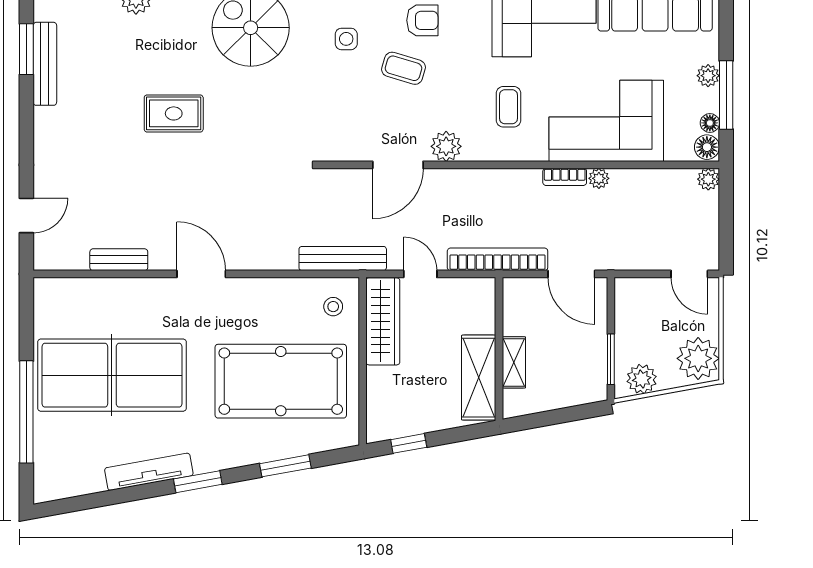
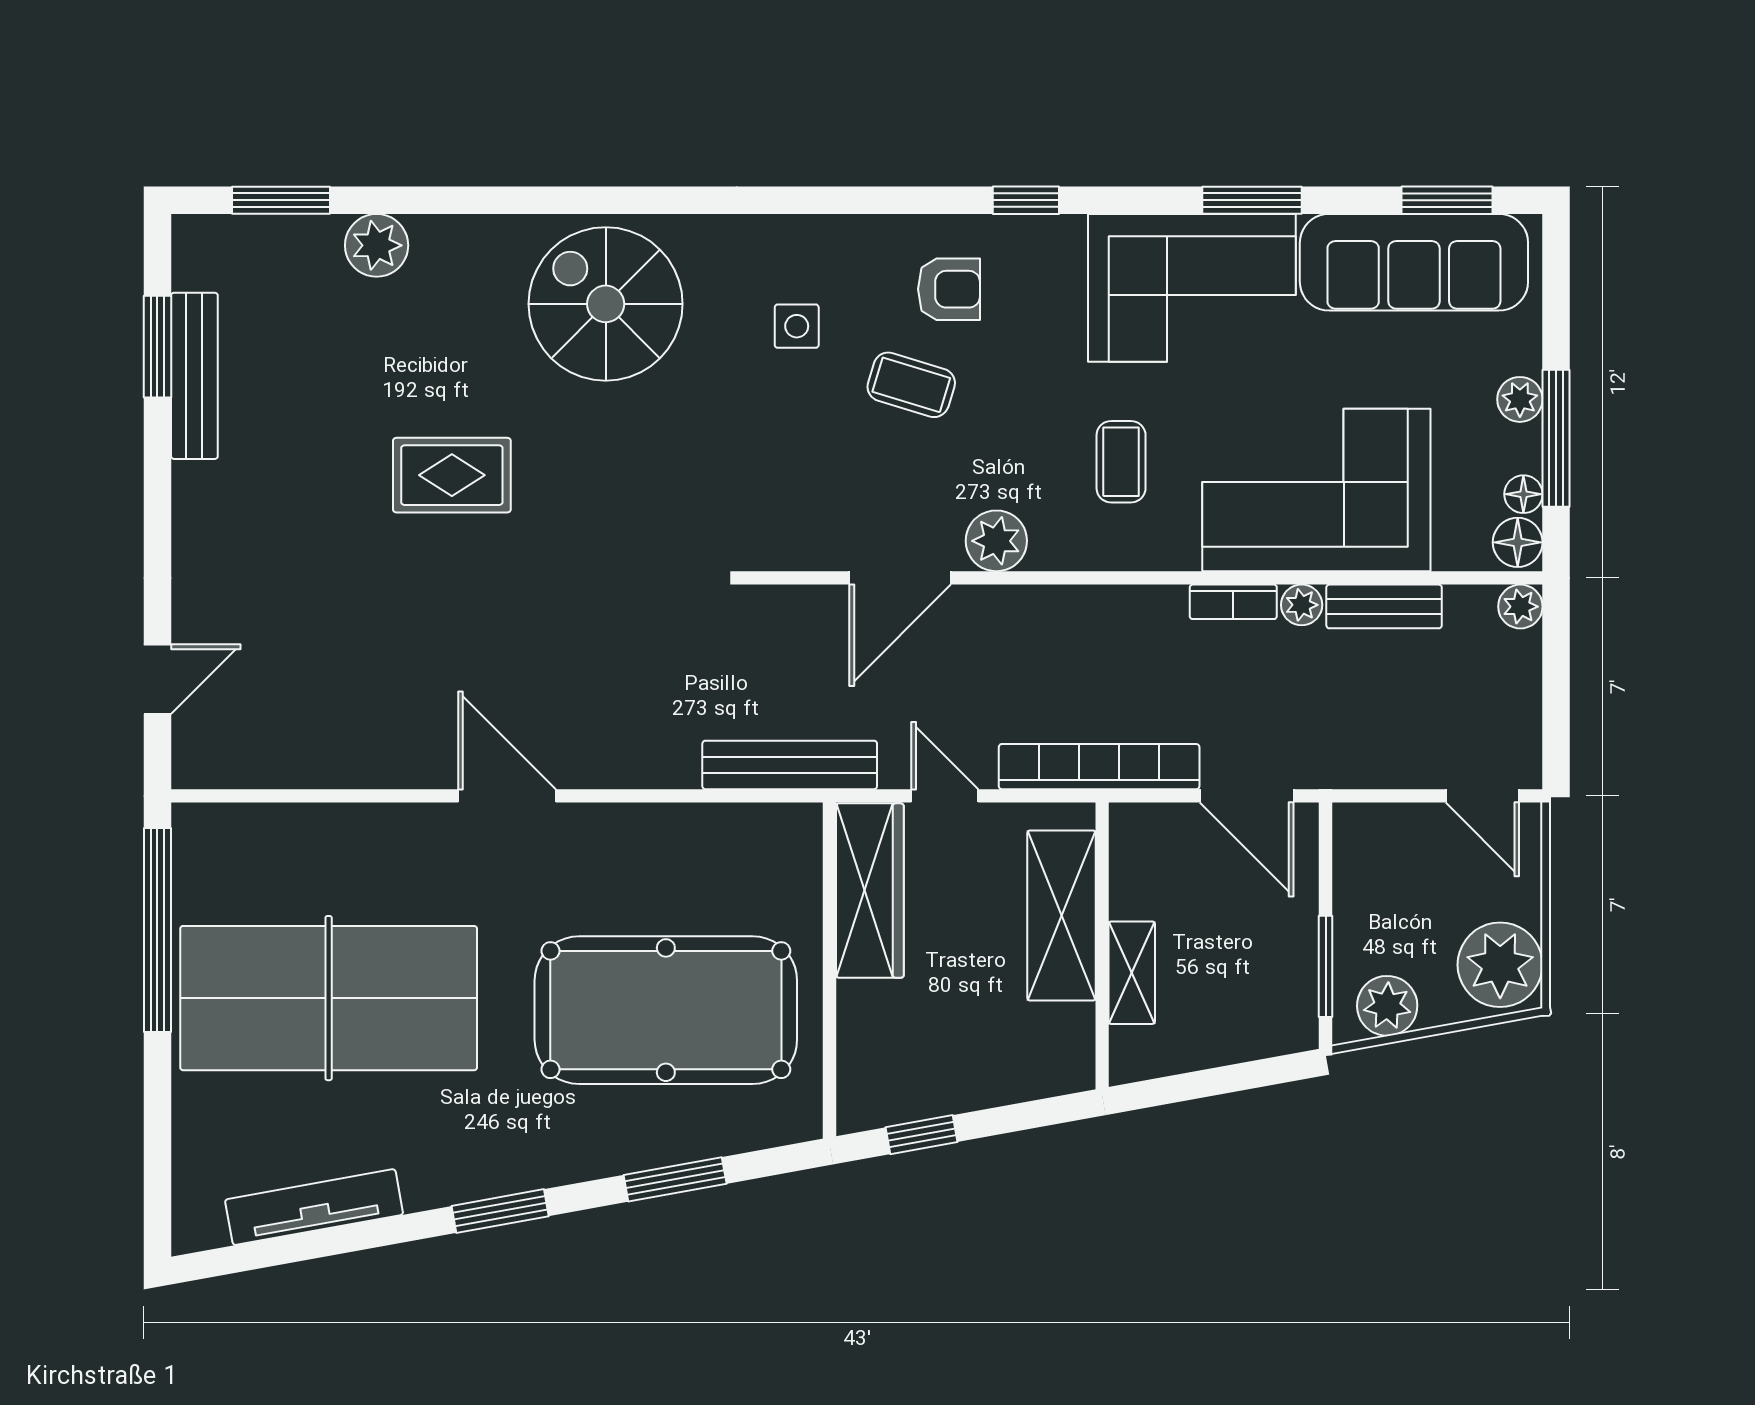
bench: (119, 260) -> (1384, 606), moved
stool: (333, 307) -> (771, 861), removed
shelving: (479, 378) -> (1061, 915), moved
window: (26, 412) -> (157, 930), moved
tv unit: (149, 472) -> (314, 1207), moved

